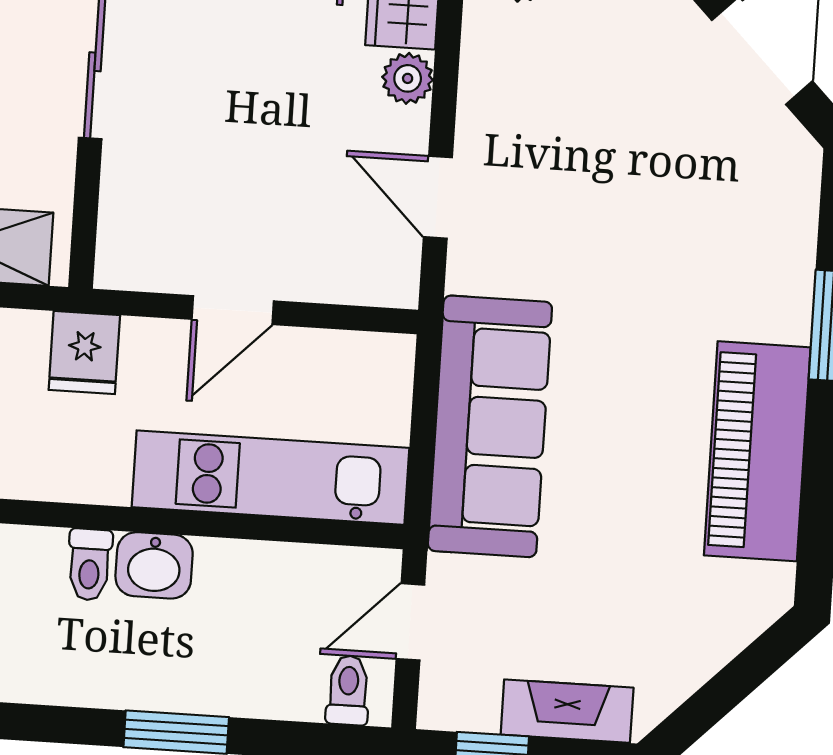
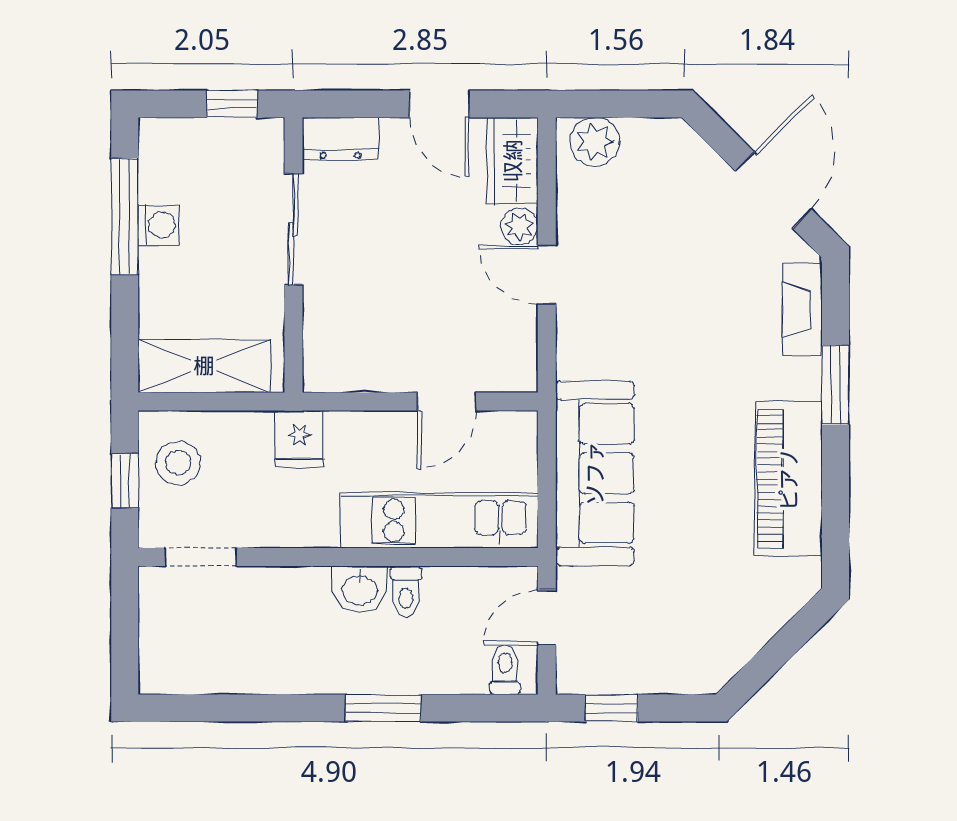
door: (438, 197) -> (547, 275), moved
door: (233, 310) -> (447, 402), moved
toilet: (90, 565) -> (406, 591), moved
fireplace: (567, 711) -> (802, 310), moved, turned -90

